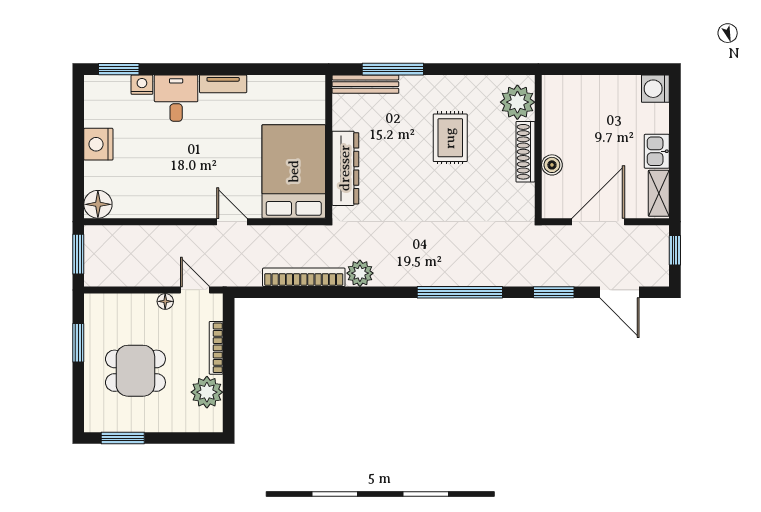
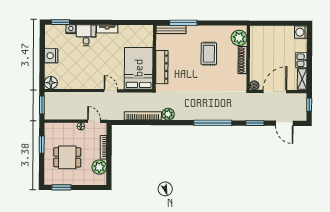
boiler: (552, 165) -> (254, 85), moved

